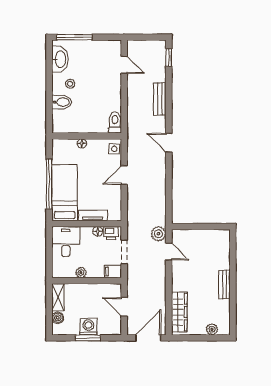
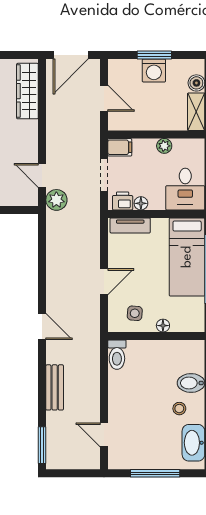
window: (74, 37) -> (155, 473), moved
window: (169, 57) -> (42, 445), width x1.50
side table: (114, 149) -> (135, 313), moved
tv unit: (93, 215) -> (130, 225), moved

